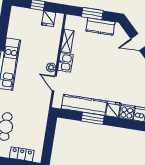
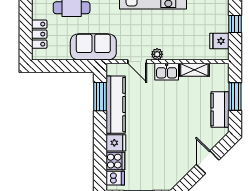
door: (54, 83) -> (137, 62), swing flipped
sofa: (38, 115) -> (93, 47), added
window: (93, 118) -> (100, 97), moved

